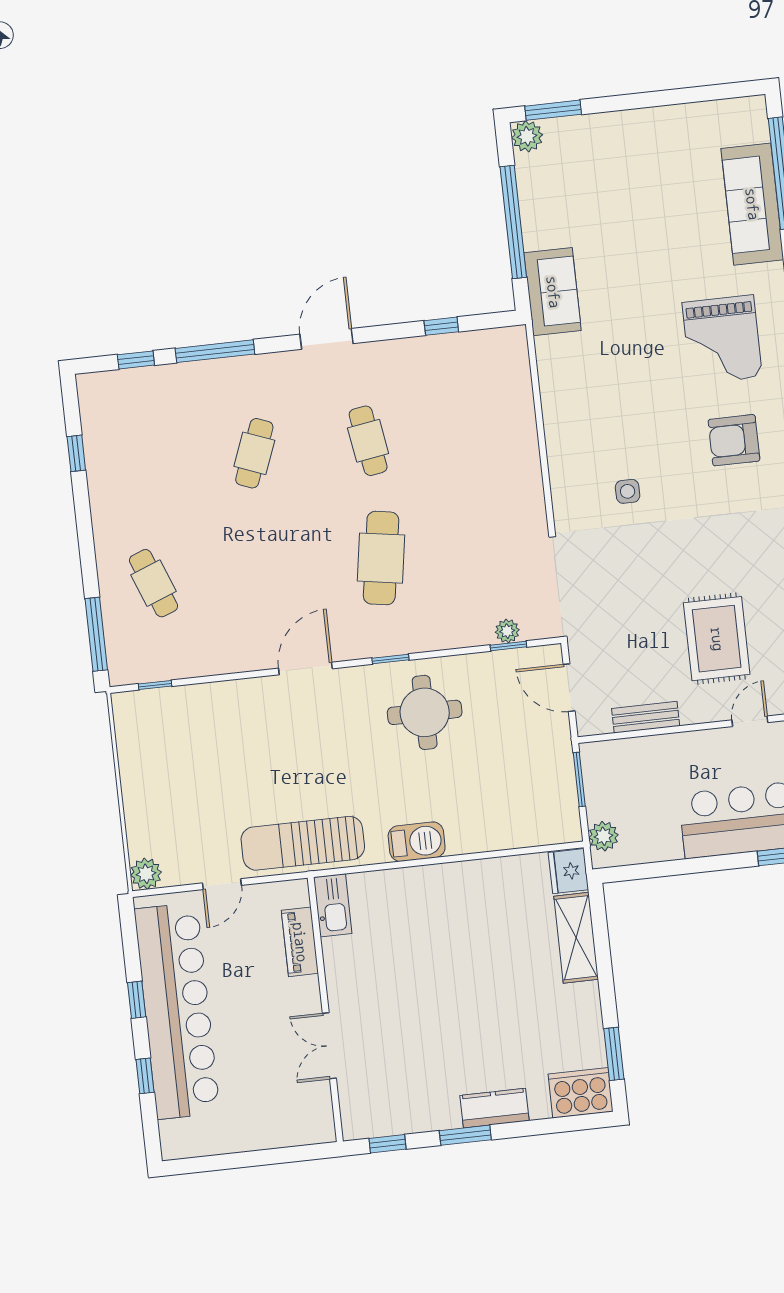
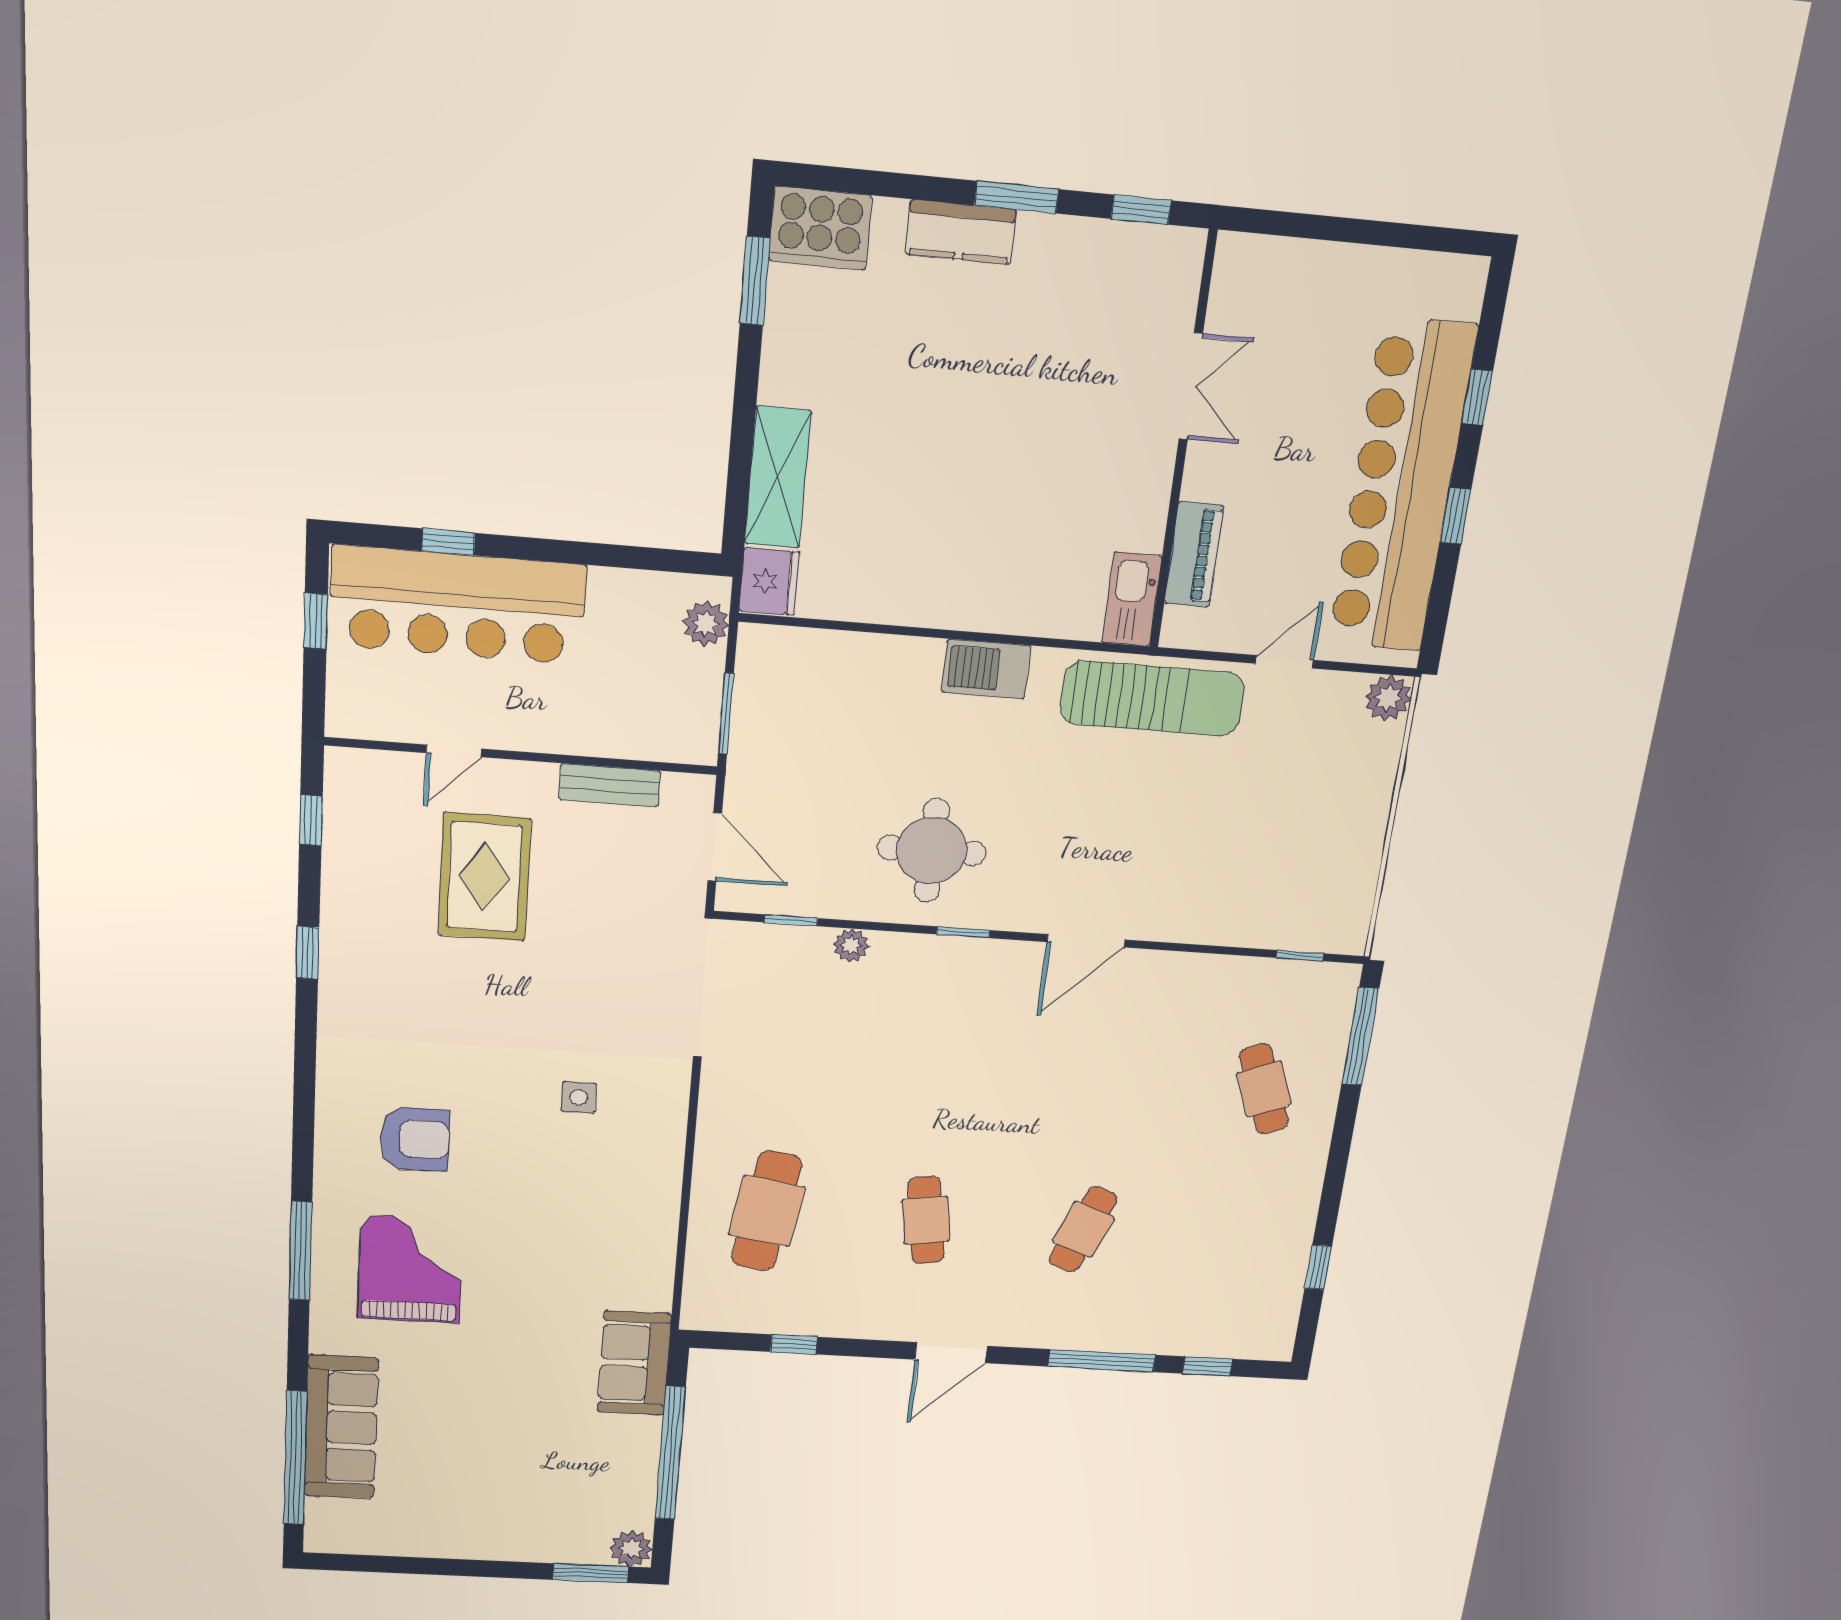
cafe table: (381, 558) -> (767, 1211), moved
plant: (507, 631) -> (851, 945), moved

